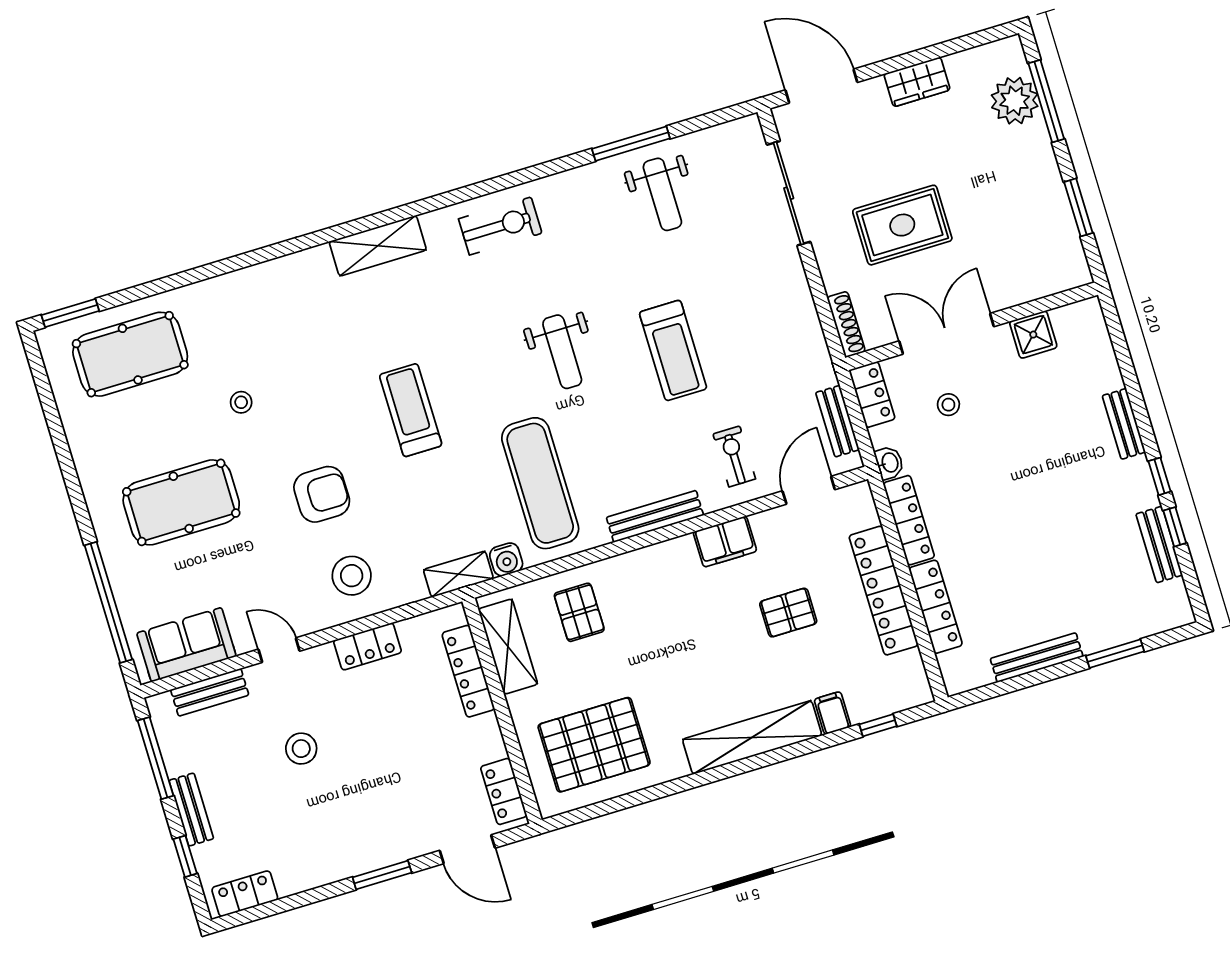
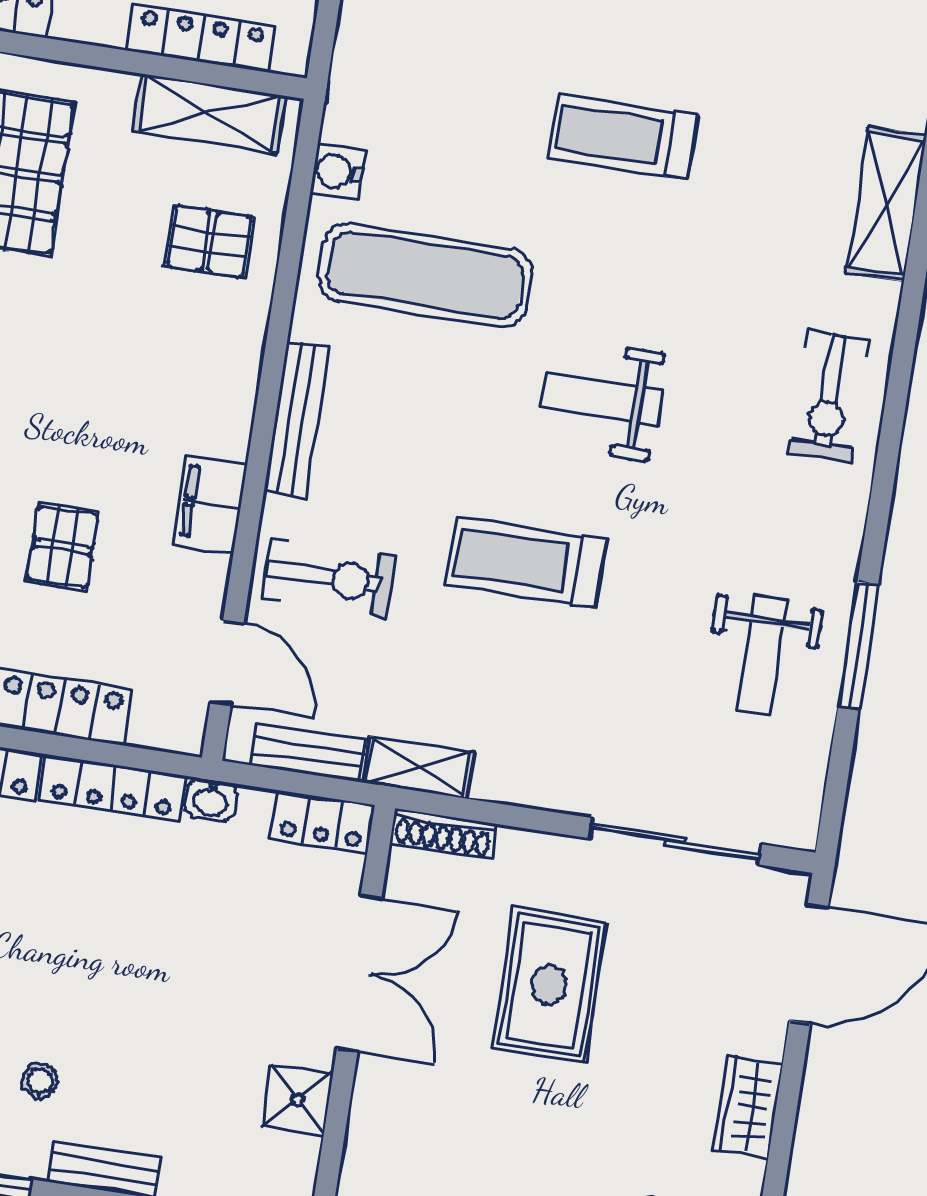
weight bench: (662, 194) -> (762, 656), turned -90
stool: (948, 405) -> (40, 1081), moved
treadmill: (411, 410) -> (623, 137), turned 180
exercise bike: (734, 456) -> (329, 577), width x1.38, depth x1.39
shelving: (458, 574) -> (418, 767), moved, turned 90

